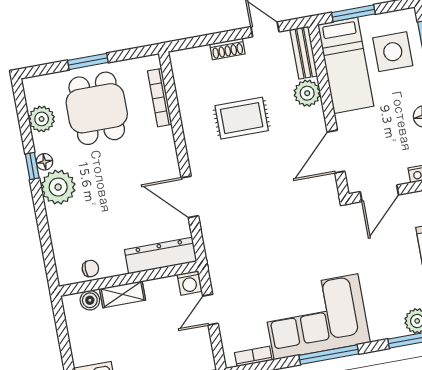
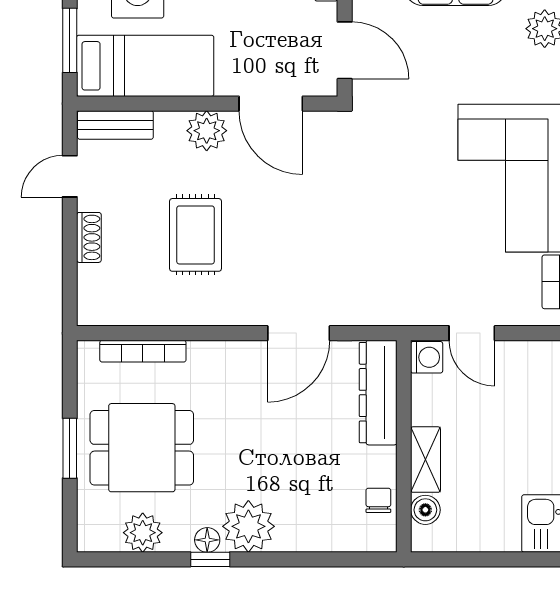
plant: (307, 93) -> (207, 131), moved

